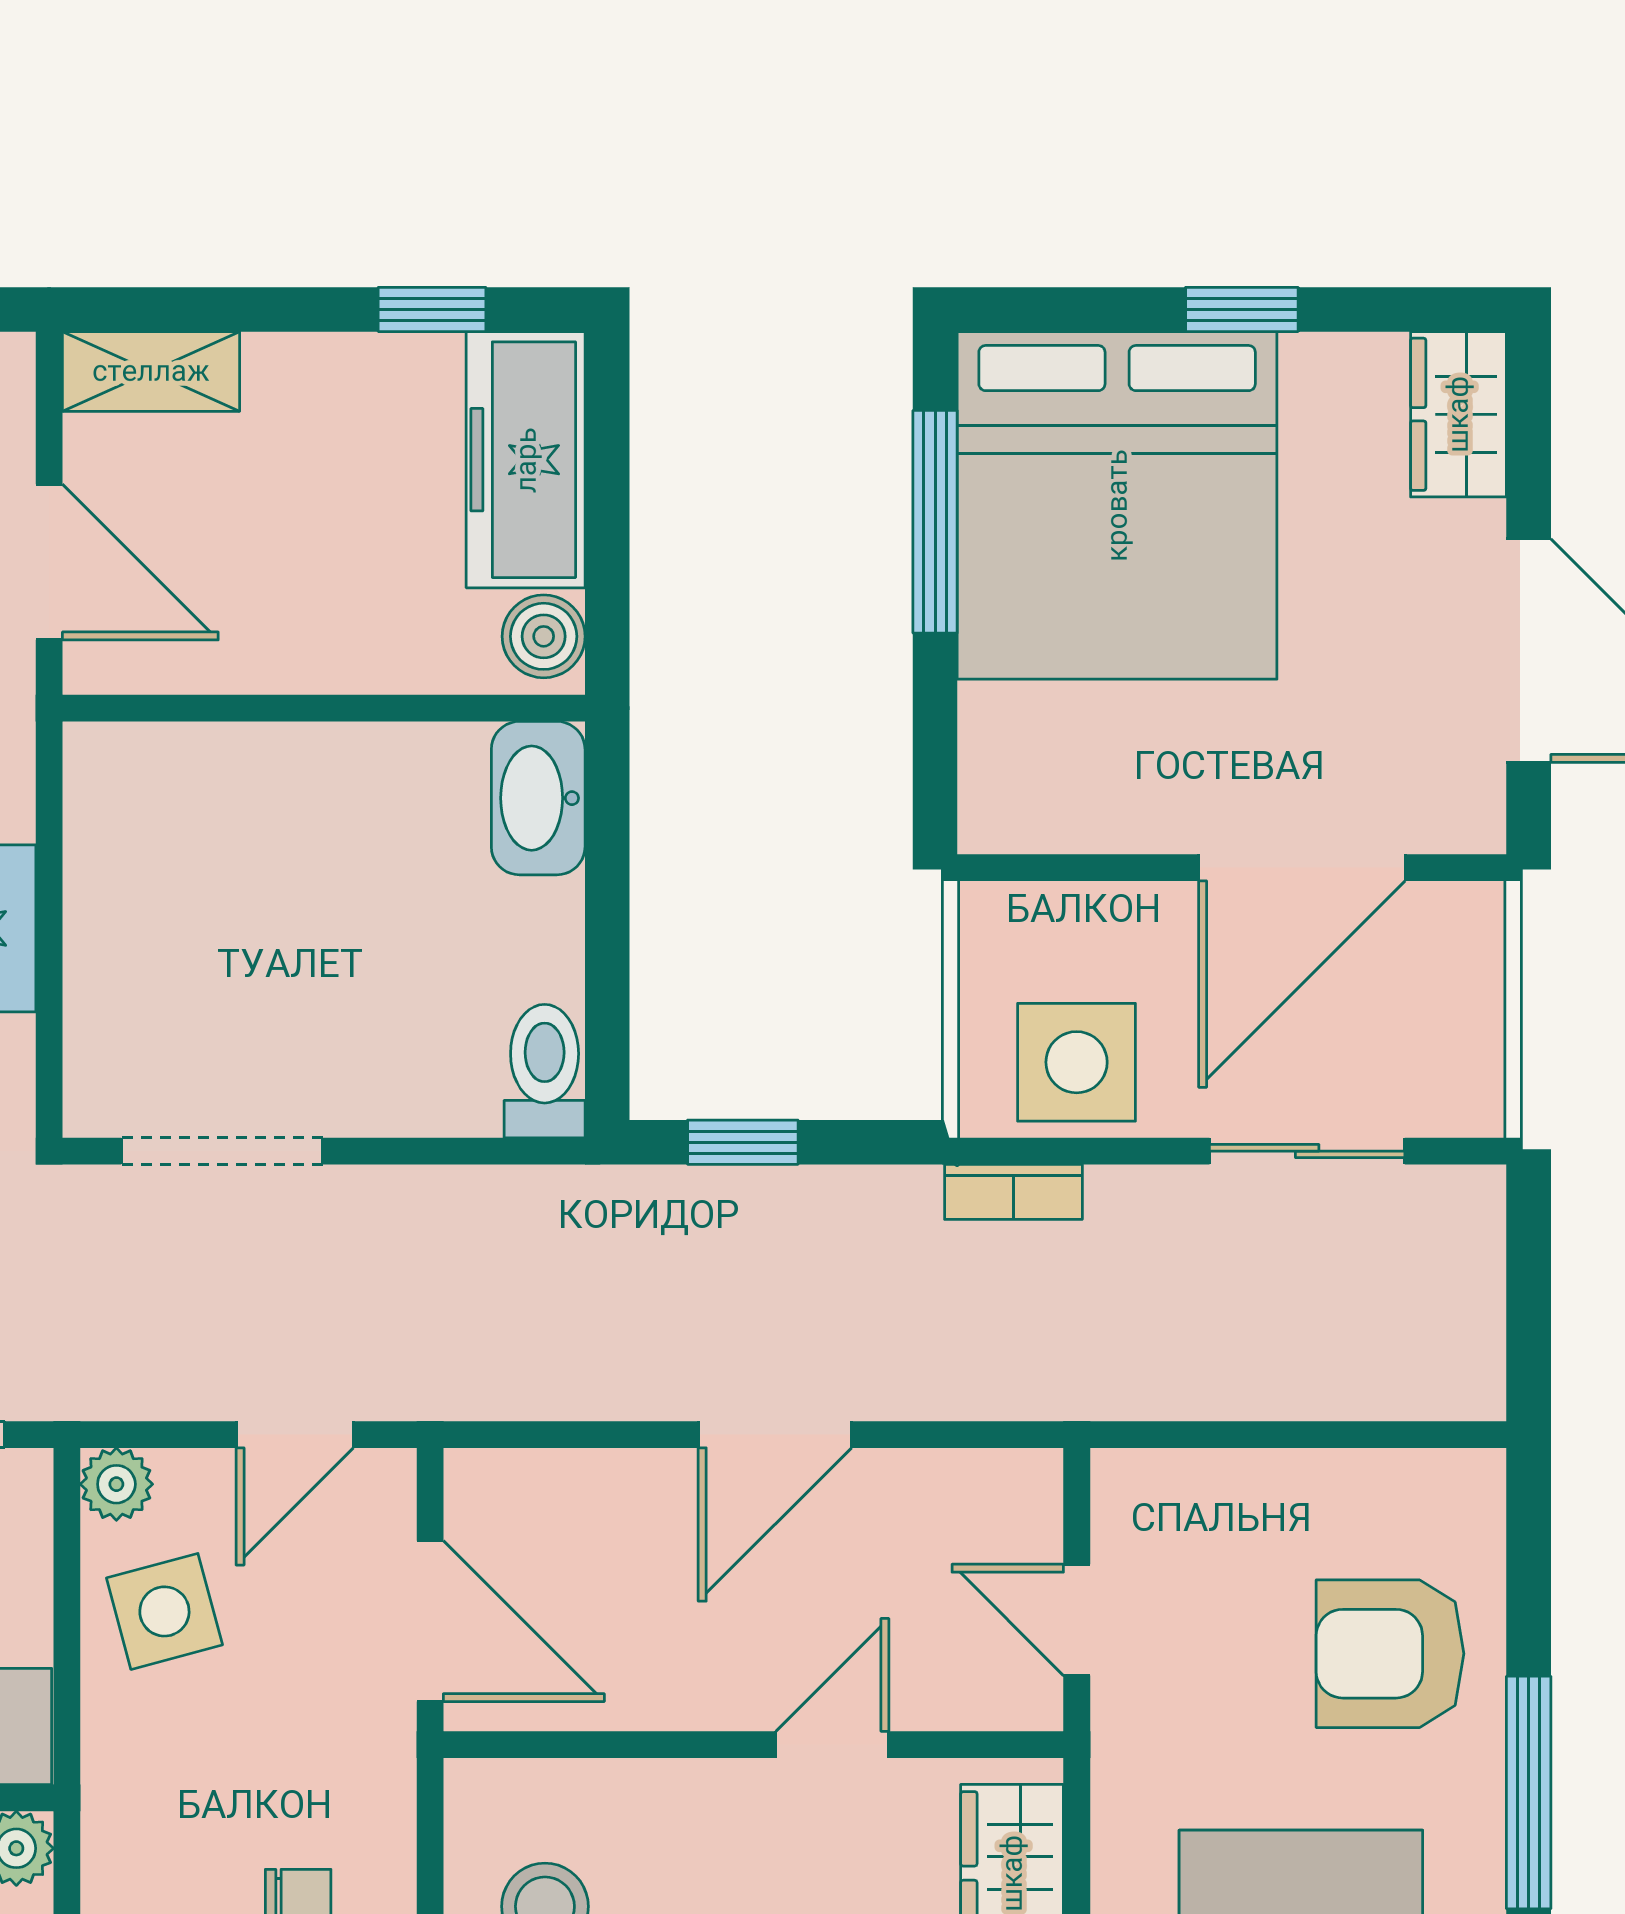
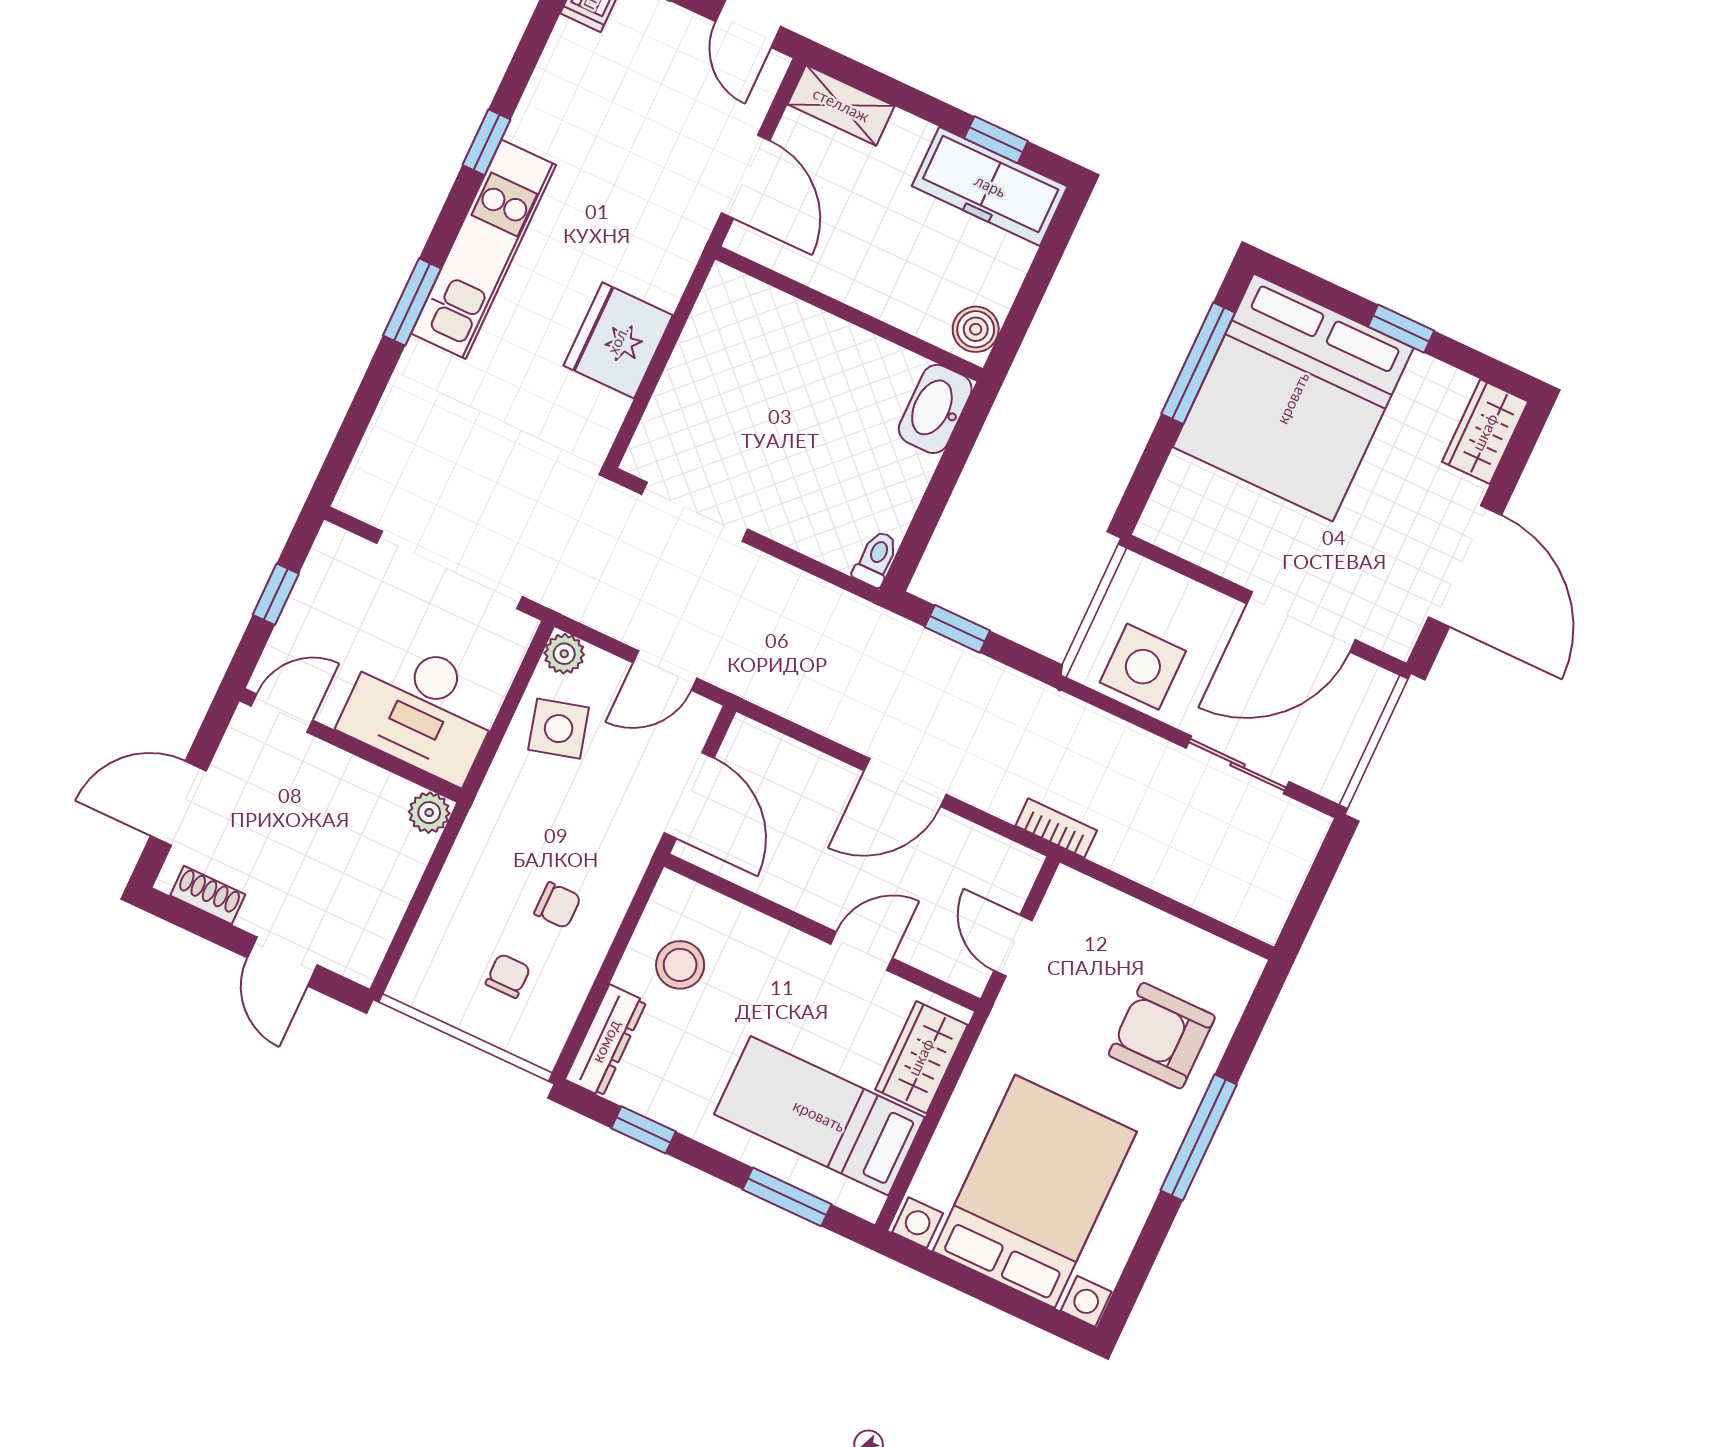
freezer: (526, 460) -> (990, 186), moved, turned -90
toilet: (545, 1071) -> (876, 559), width x0.73, depth x0.72
bookcase: (1013, 1192) -> (1056, 828), moved, turned 180

